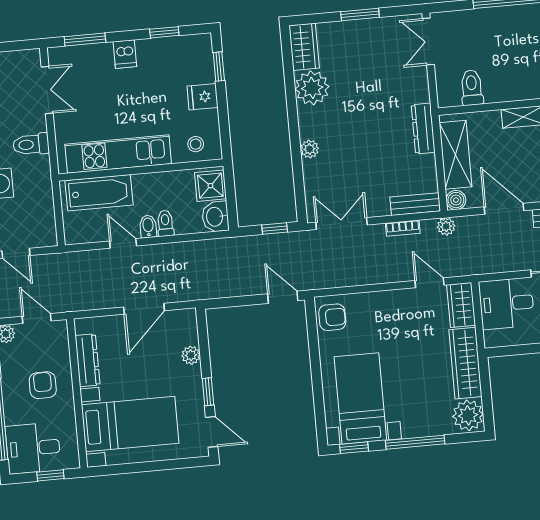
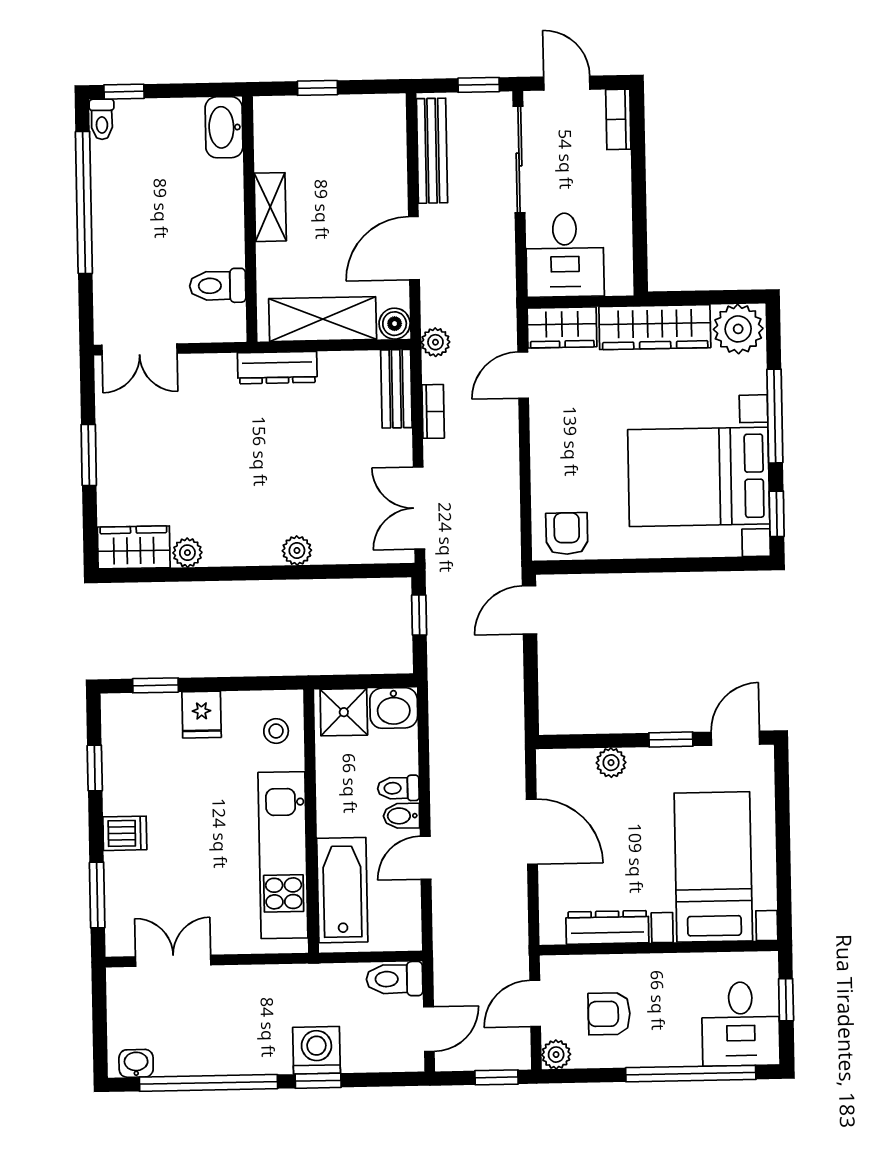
plant: (312, 88) -> (187, 553), width x0.53, depth x0.53
toilet: (31, 144) -> (395, 979), moved, turned 90
armchair: (43, 385) -> (609, 1014), moved
bed with nightstands: (360, 398) -> (699, 477), width x1.36

